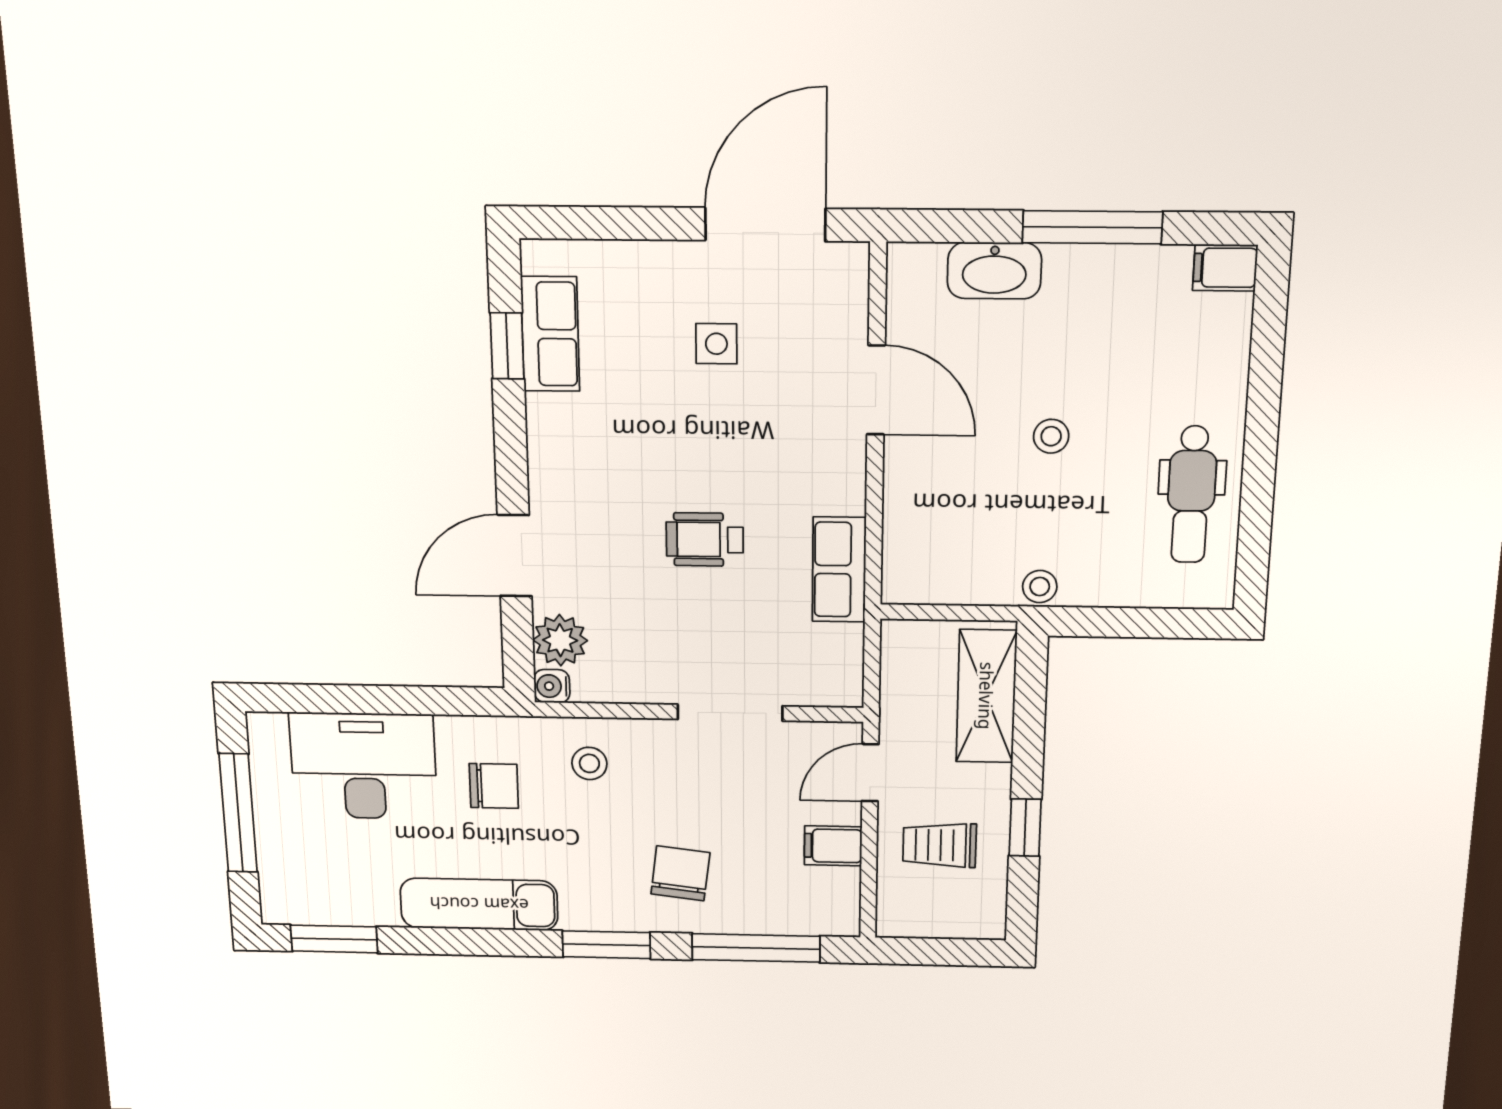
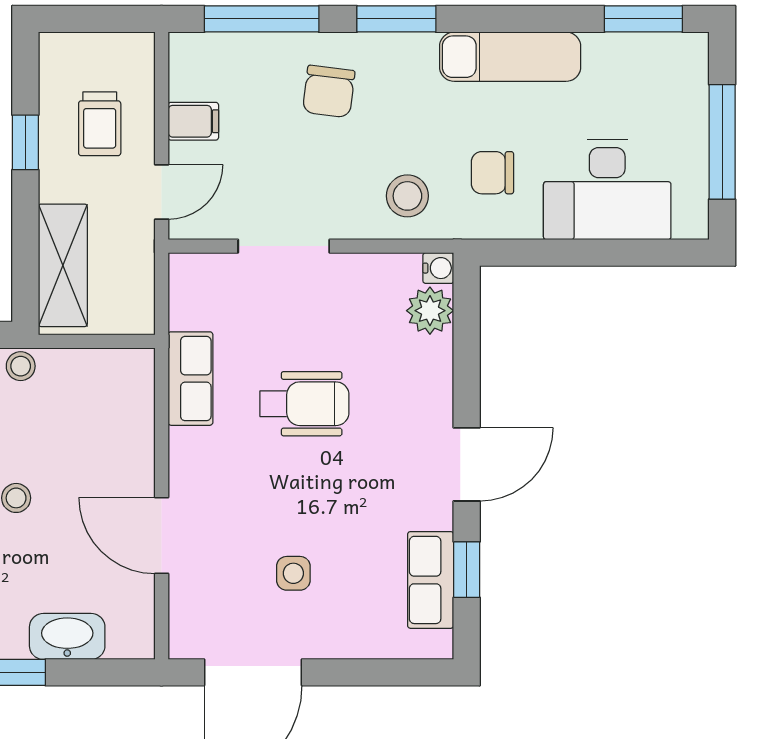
wheelchair: (705, 540) -> (304, 404), width x1.36, depth x1.37
door: (515, 556) -> (467, 464), moved
stool: (589, 763) -> (407, 196), width x1.37, depth x1.37
trolley: (940, 845) -> (100, 124), turned 90

